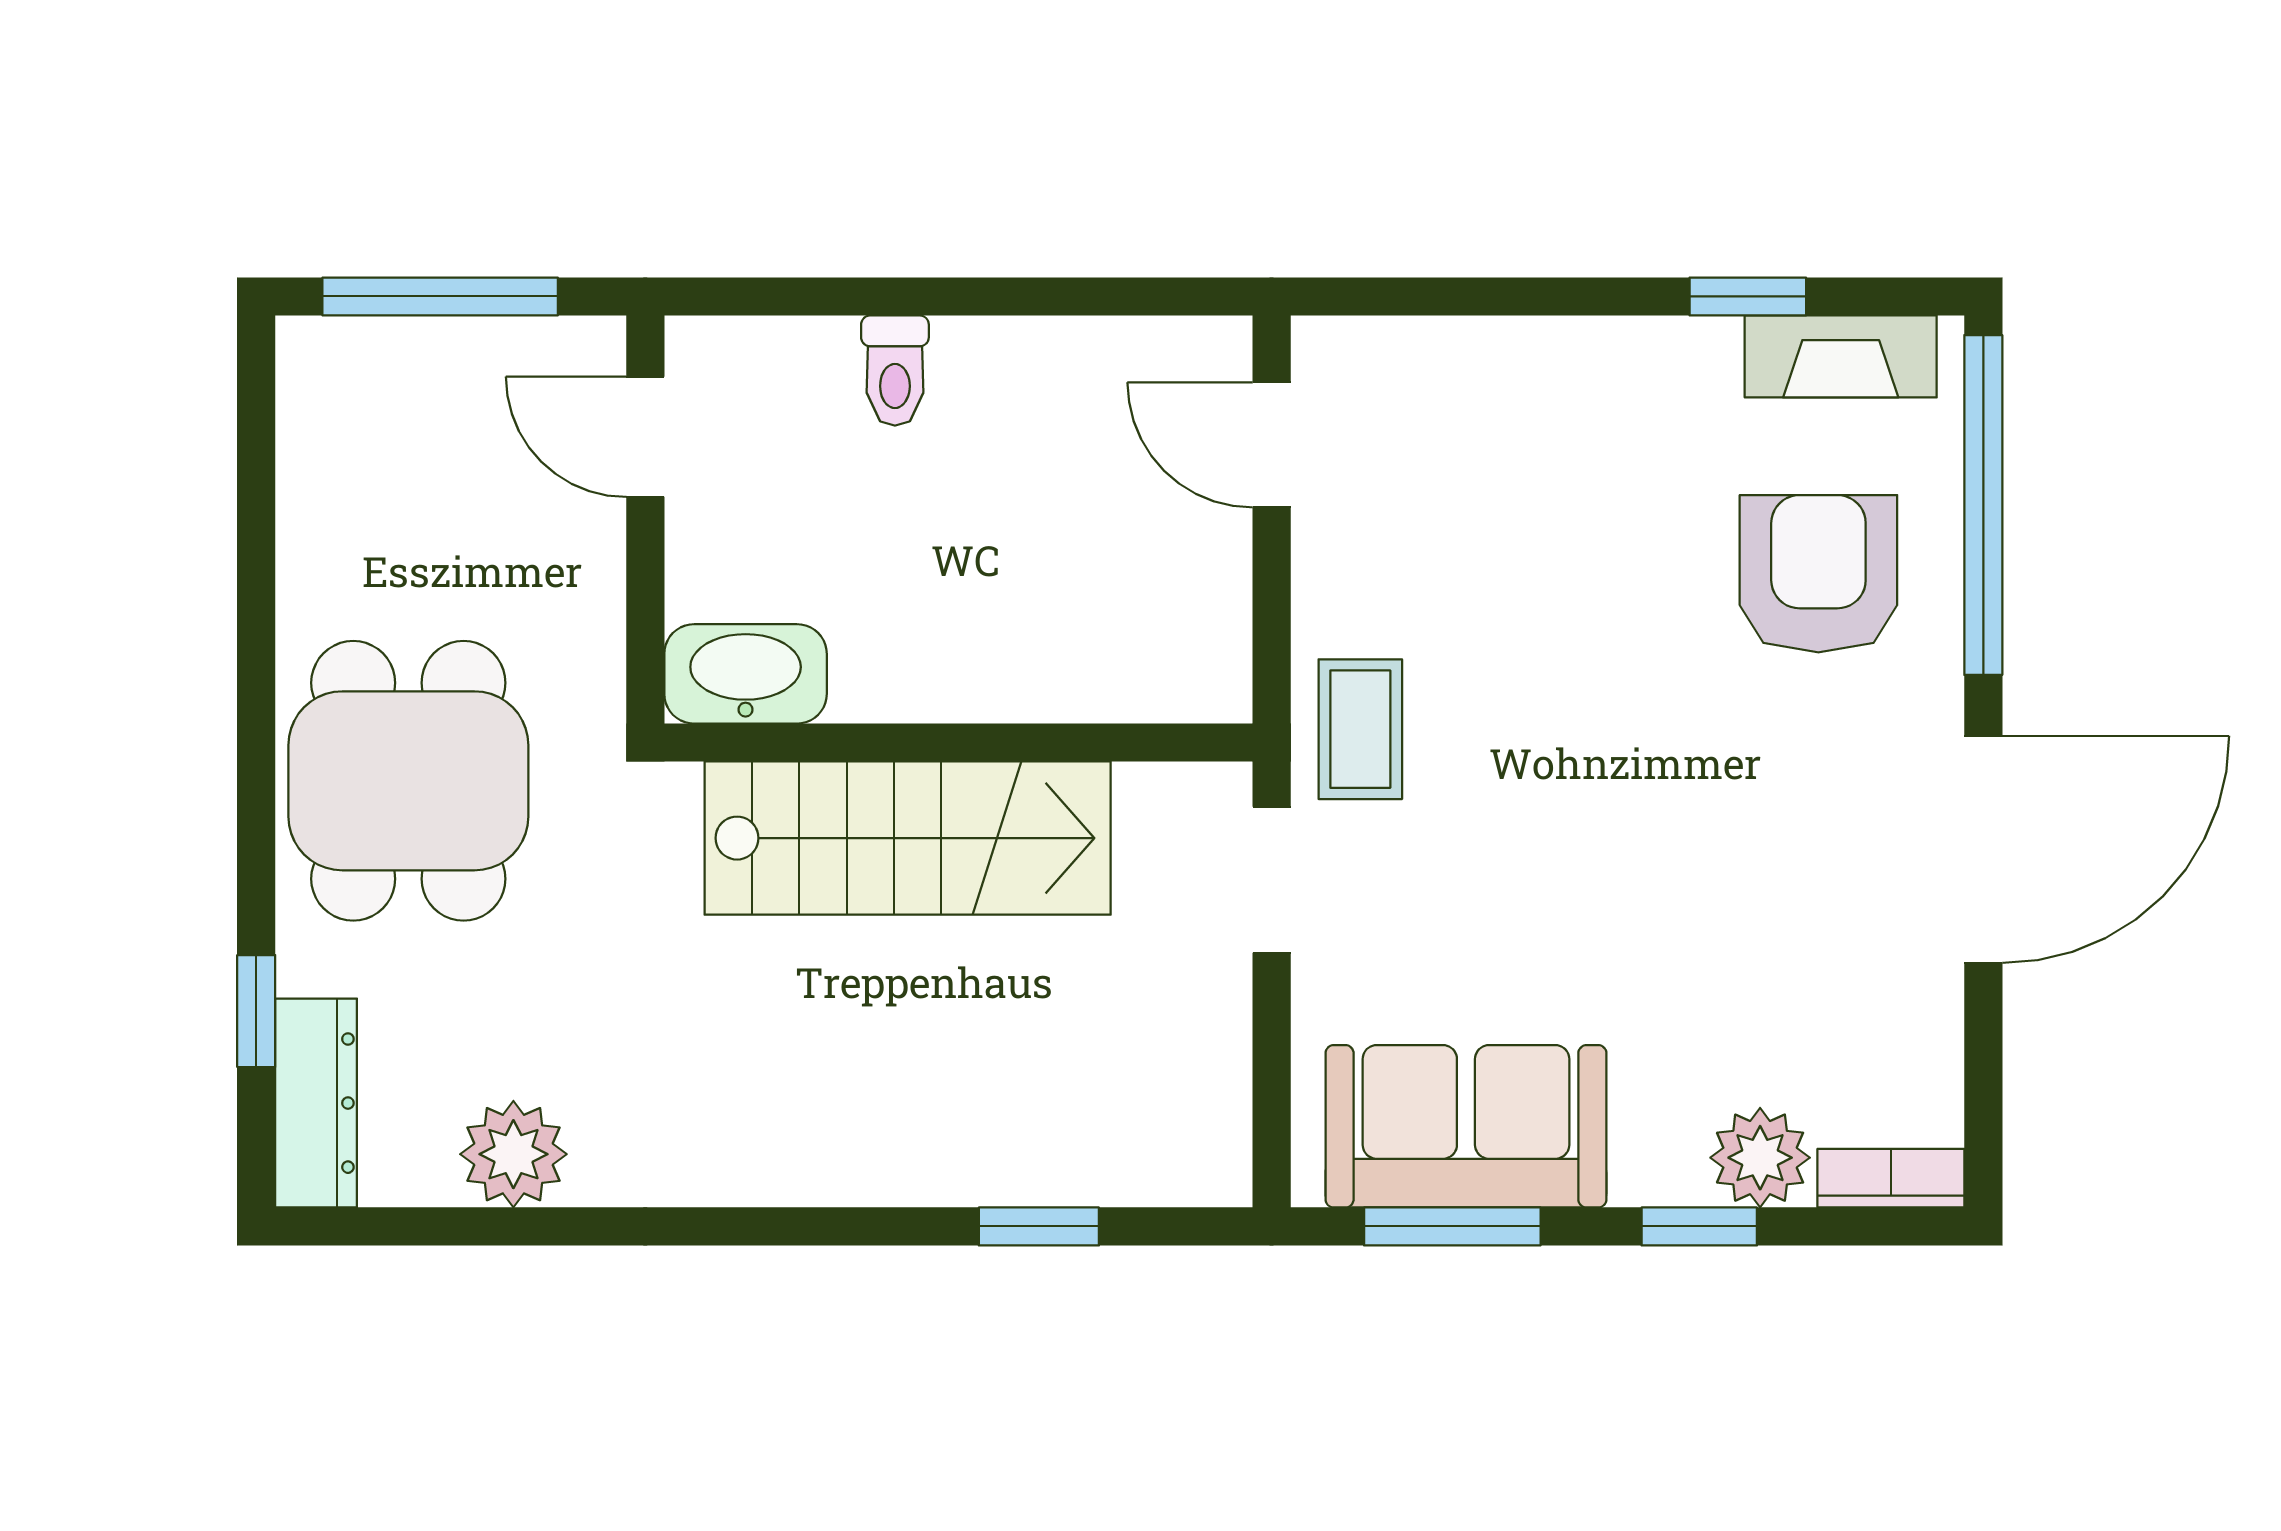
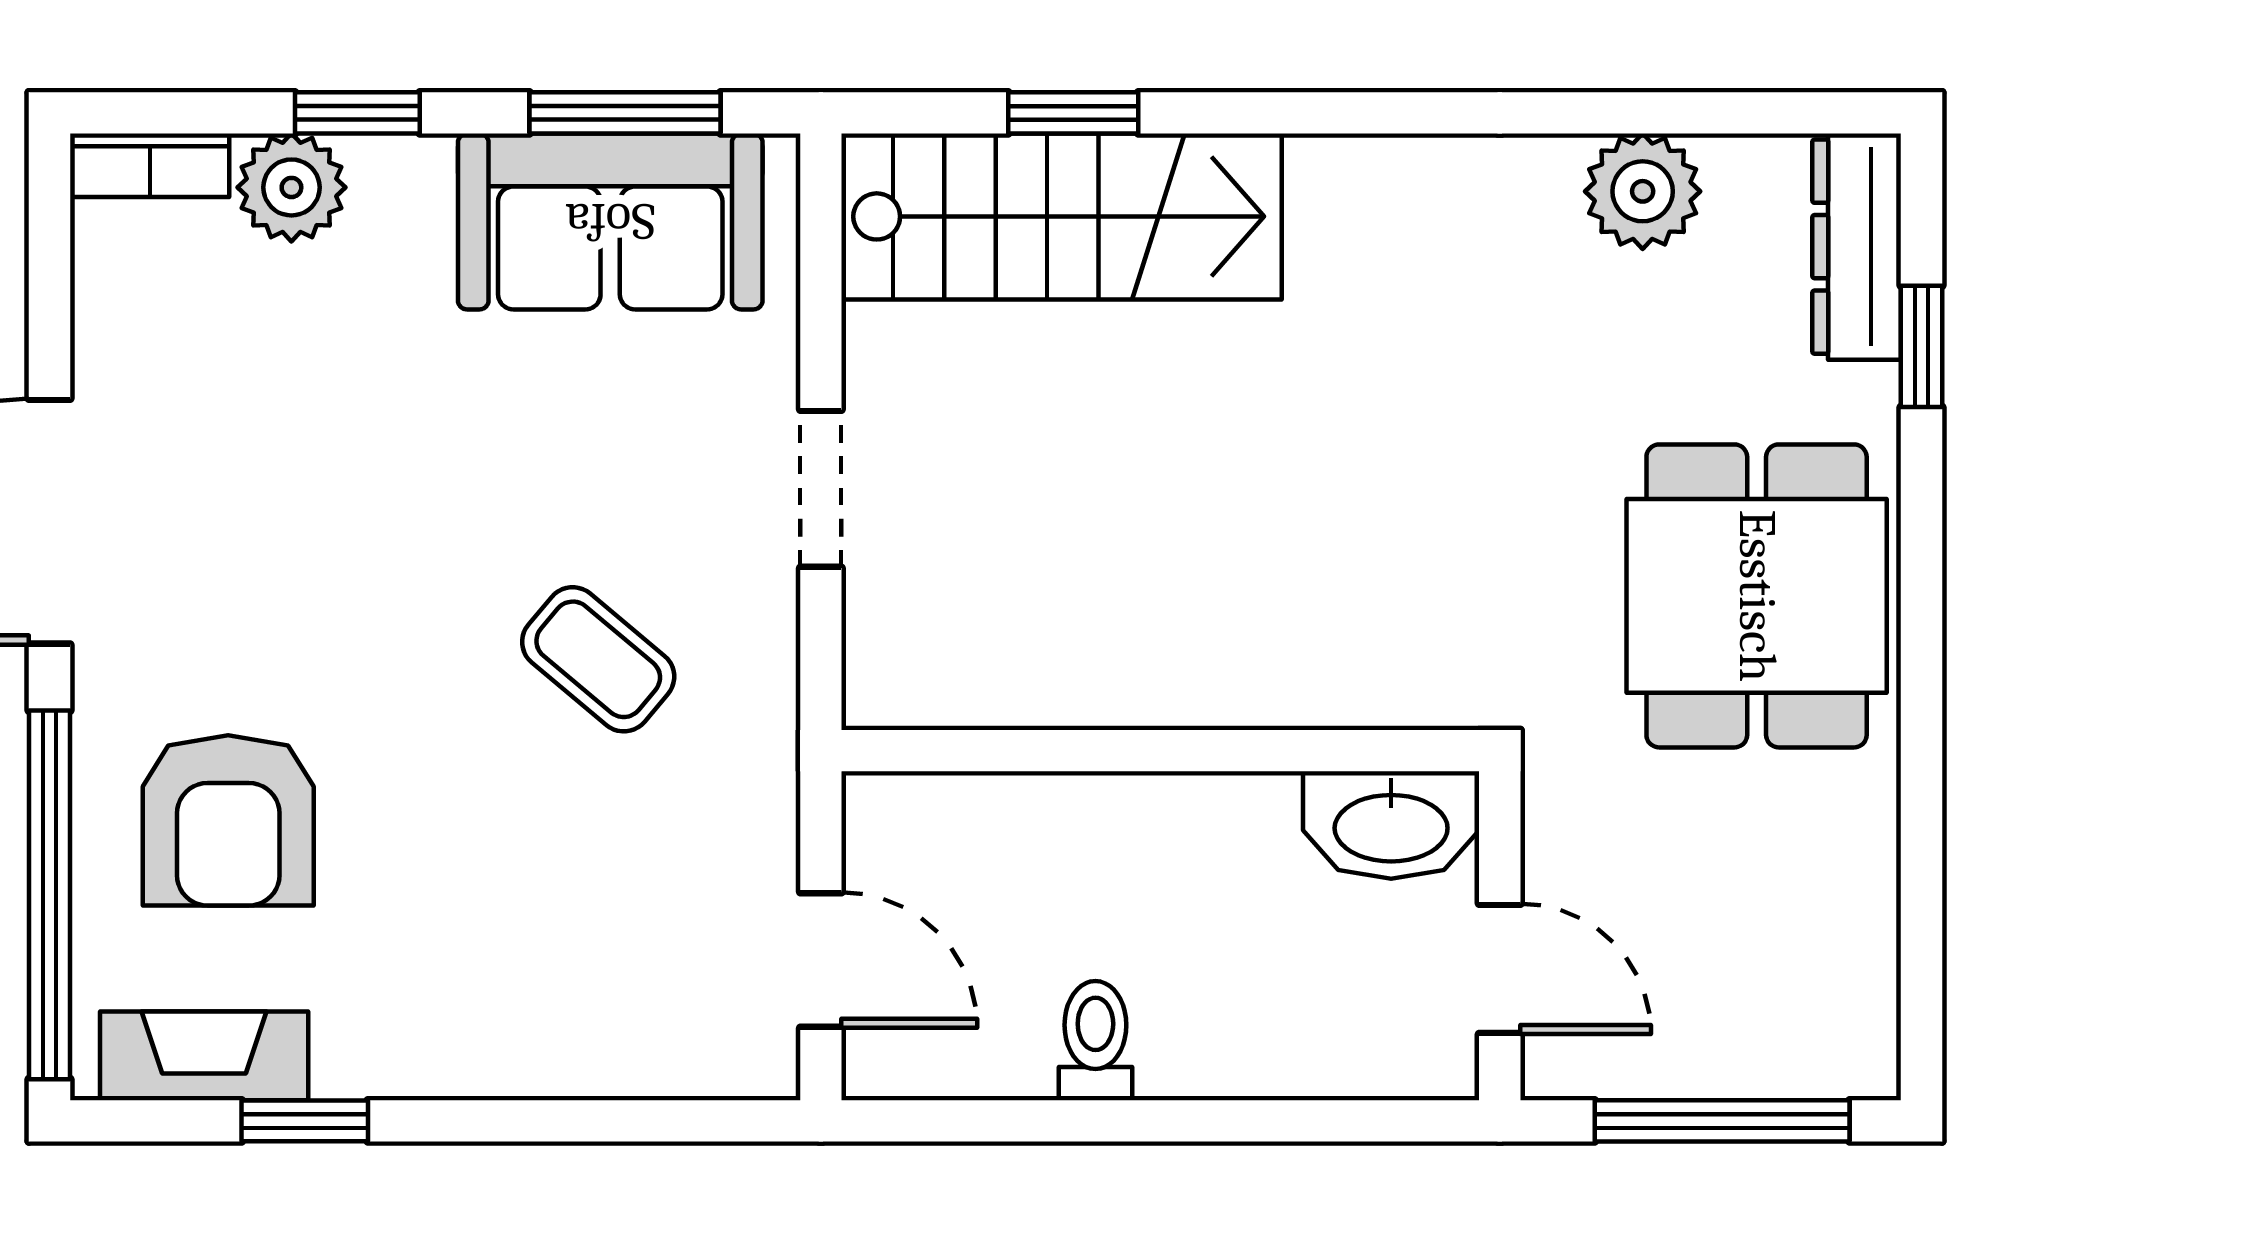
toilet: (895, 371) -> (1095, 1041), moved
washbasin: (746, 674) -> (1391, 825), moved
coffee table: (1360, 729) -> (598, 659), moved, turned -50
wall: (958, 743) -> (1160, 751), moved
stairs: (908, 838) -> (1062, 216), moved, turned 180

